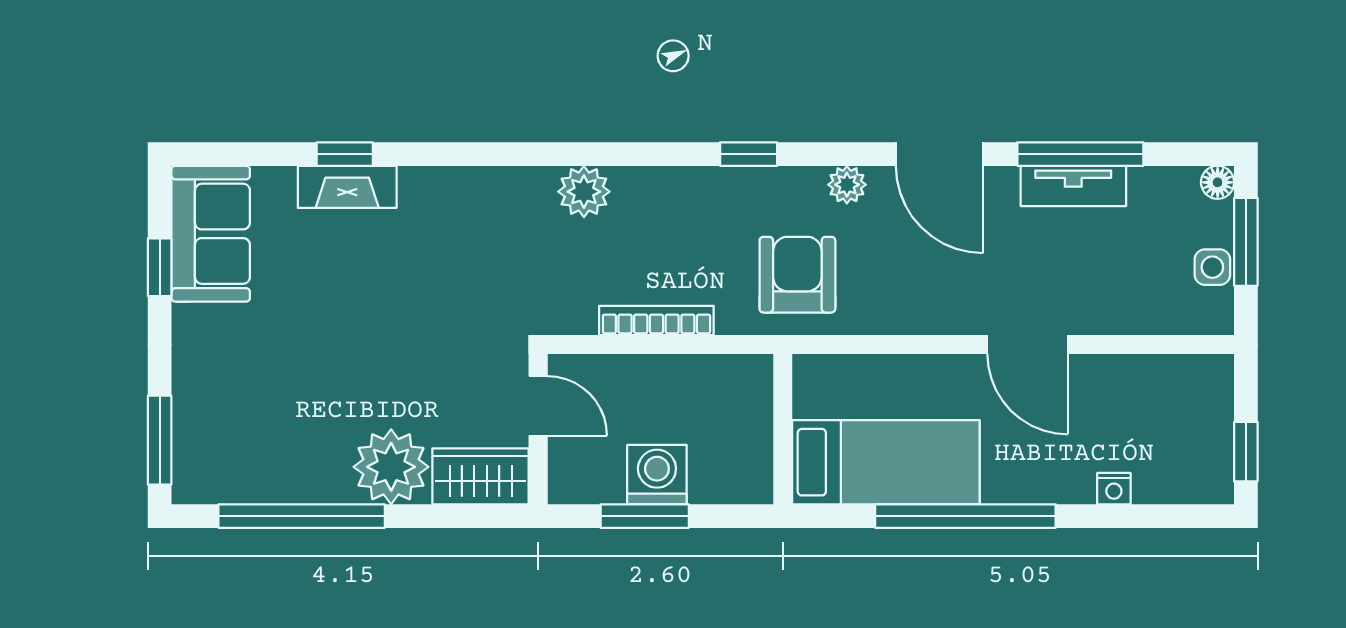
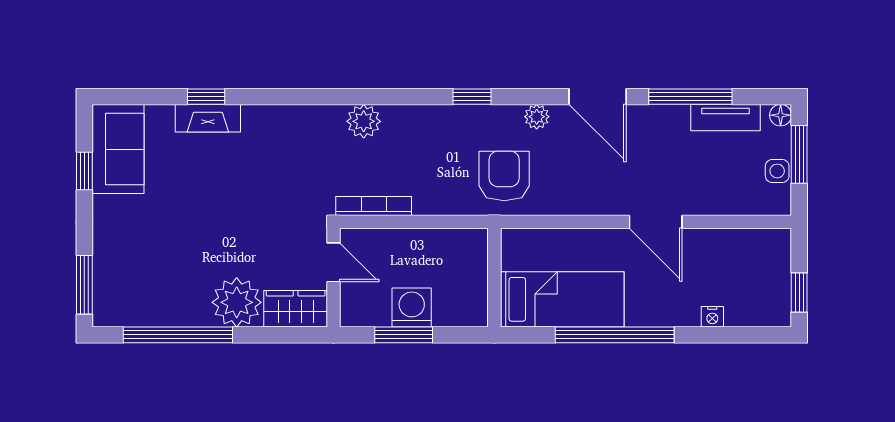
tv unit: (1073, 186) -> (726, 118), moved
bookcase: (656, 320) -> (374, 206), moved

